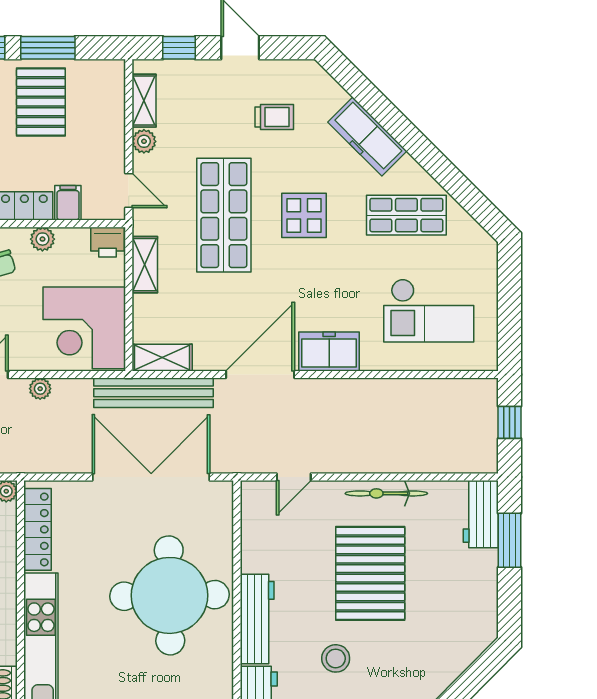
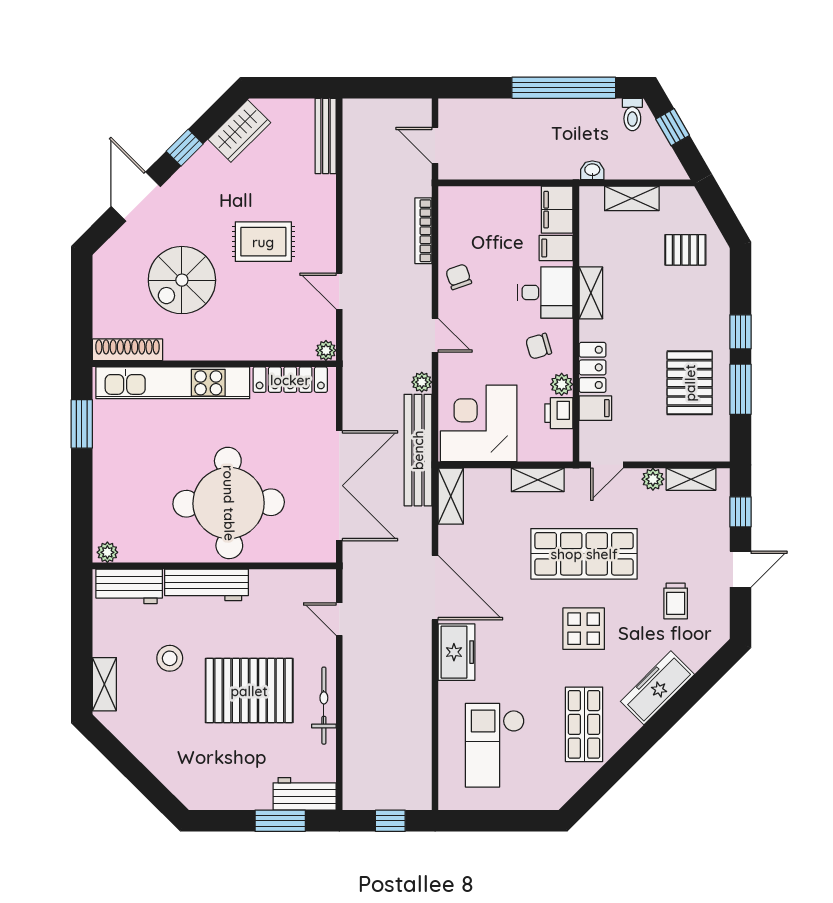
pallet: (41, 102) -> (690, 383), turned 90
printer: (108, 242) -> (559, 413), moved
bench: (154, 393) -> (418, 450), moved

